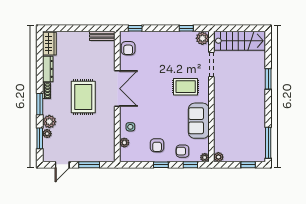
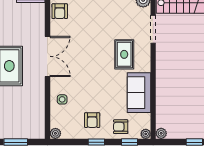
rug: (186, 87) -> (124, 54), turned 90
plant: (124, 143) -> (55, 133), moved

